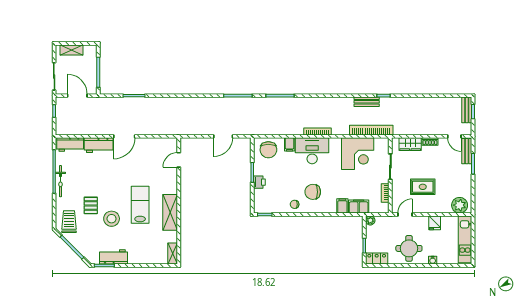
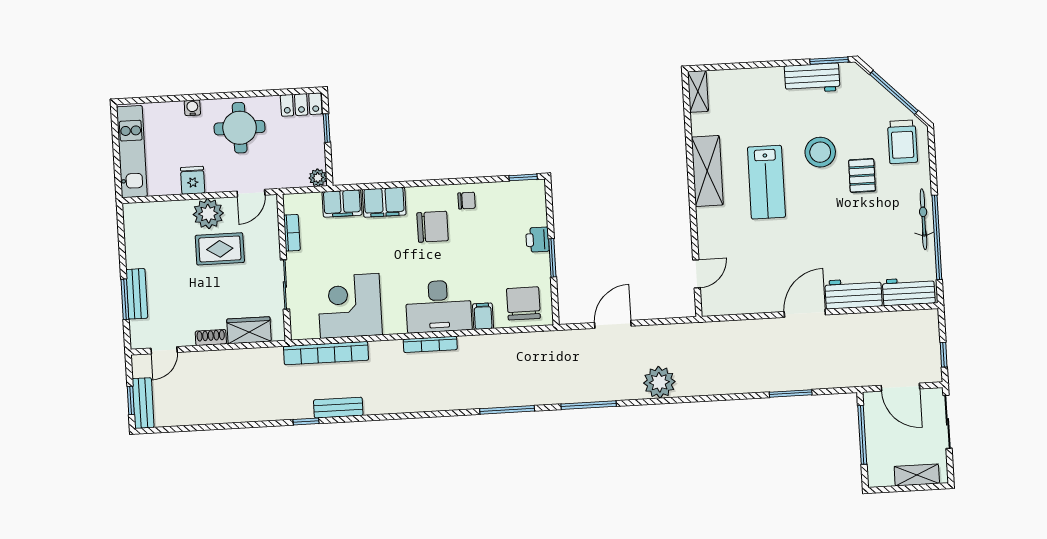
plant: (201, 105) -> (659, 382), added
door: (454, 136) -> (164, 350), swing flipped
bench: (467, 151) -> (137, 294), moved
plant: (460, 205) -> (208, 214), moved
filing cabinet: (342, 206) -> (384, 202), width x2.00

